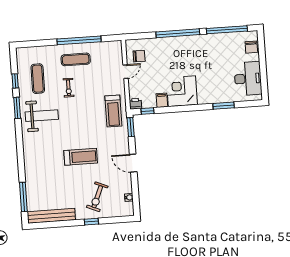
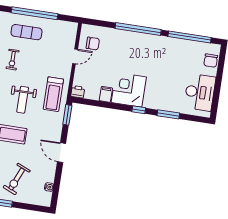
window: (148, 111) -> (139, 110), moved
weight bench: (86, 123) -> (23, 100), added

